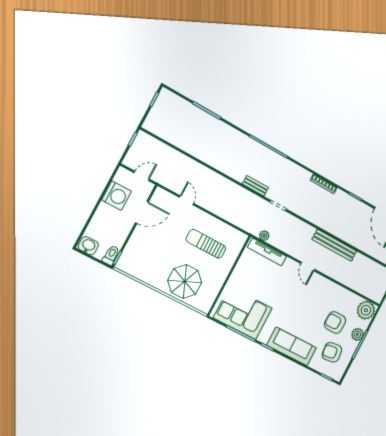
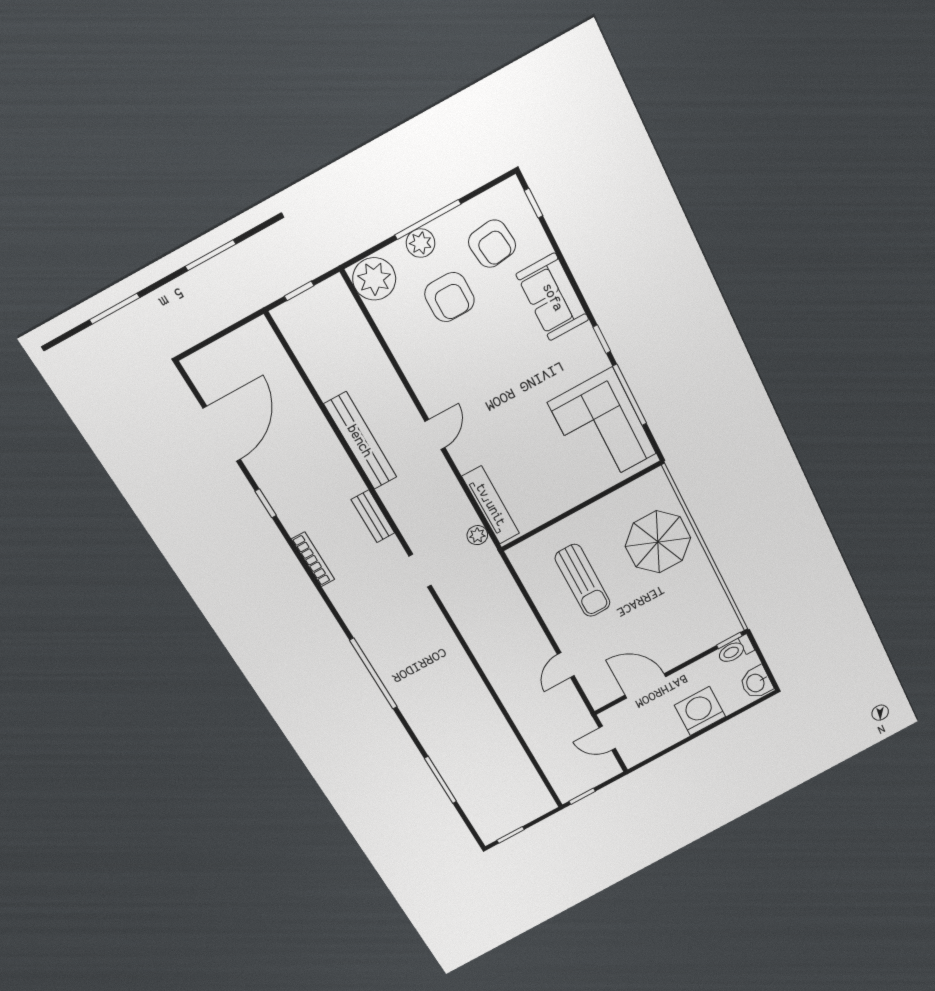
bench: (255, 186) -> (373, 516), moved
washing machine: (117, 196) -> (700, 711), moved
sofa: (292, 346) -> (553, 297), width x0.73

